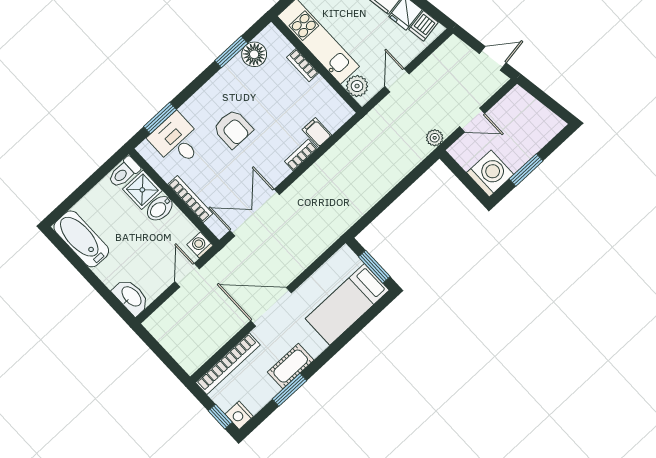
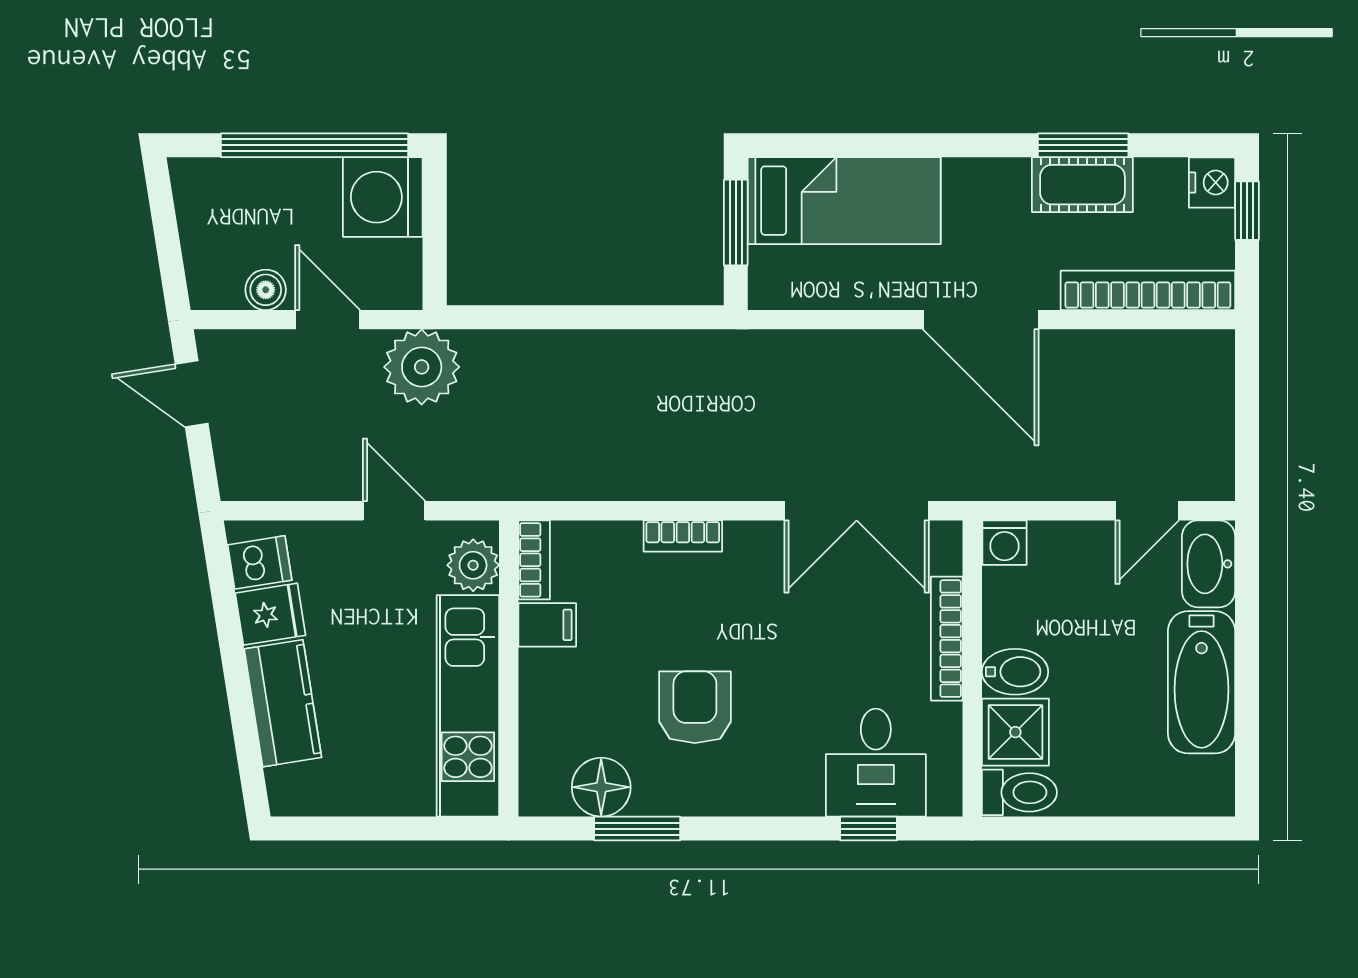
bookcase: (303, 65) -> (534, 560), moved
door: (397, 80) -> (394, 511), swing flipped
boiler: (500, 111) -> (266, 290), added
window: (160, 118) -> (869, 829), width x0.67
armchair: (233, 129) -> (695, 707), moved
filing cabinet: (317, 132) -> (547, 625), moved, turned -90
plant: (435, 138) -> (422, 367), width x1.87, depth x1.87
window: (526, 170) -> (314, 145), width x2.11
bathtub: (81, 239) -> (1202, 682), moved
door: (187, 275) -> (1147, 511), moved
cot: (291, 366) -> (1082, 185), moved

